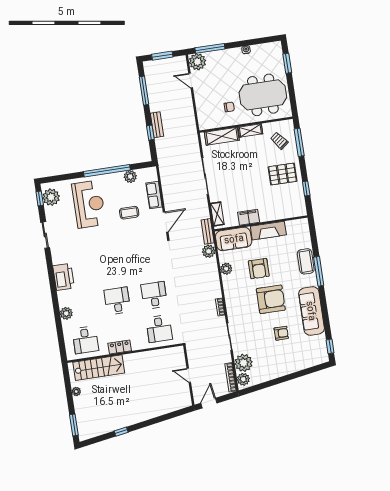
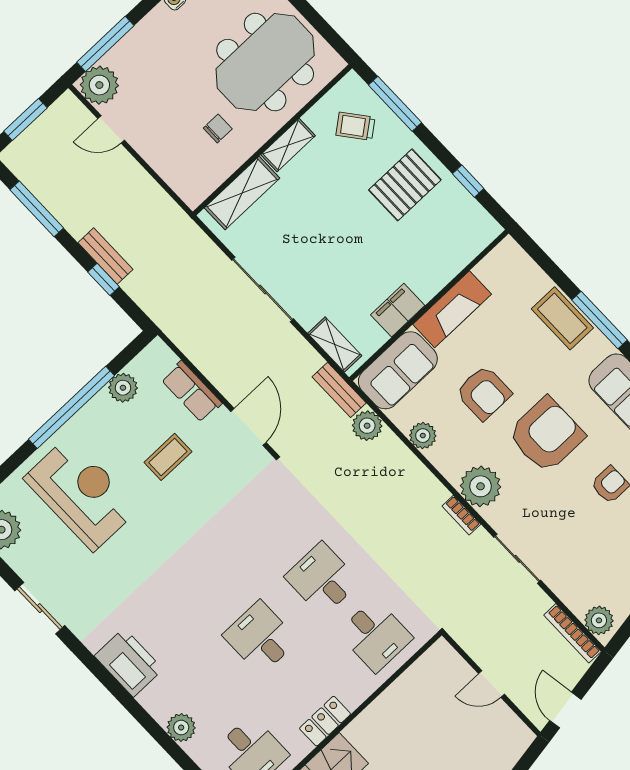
plant: (244, 363) -> (481, 486), moved

